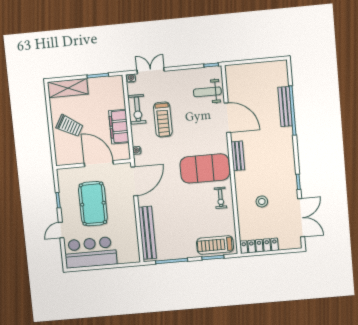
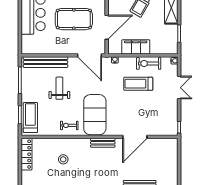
double door: (151, 71) -> (179, 88), moved
weight bench: (207, 92) -> (59, 88), moved

